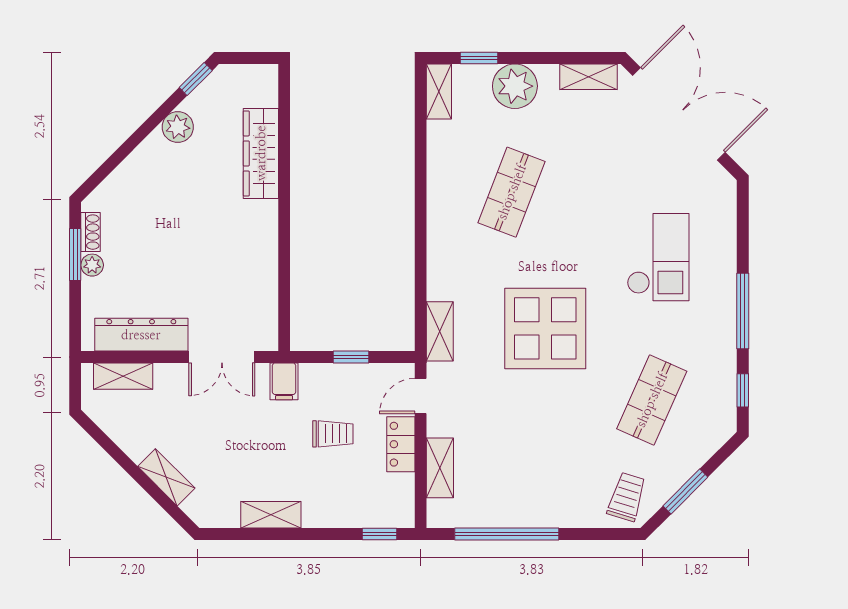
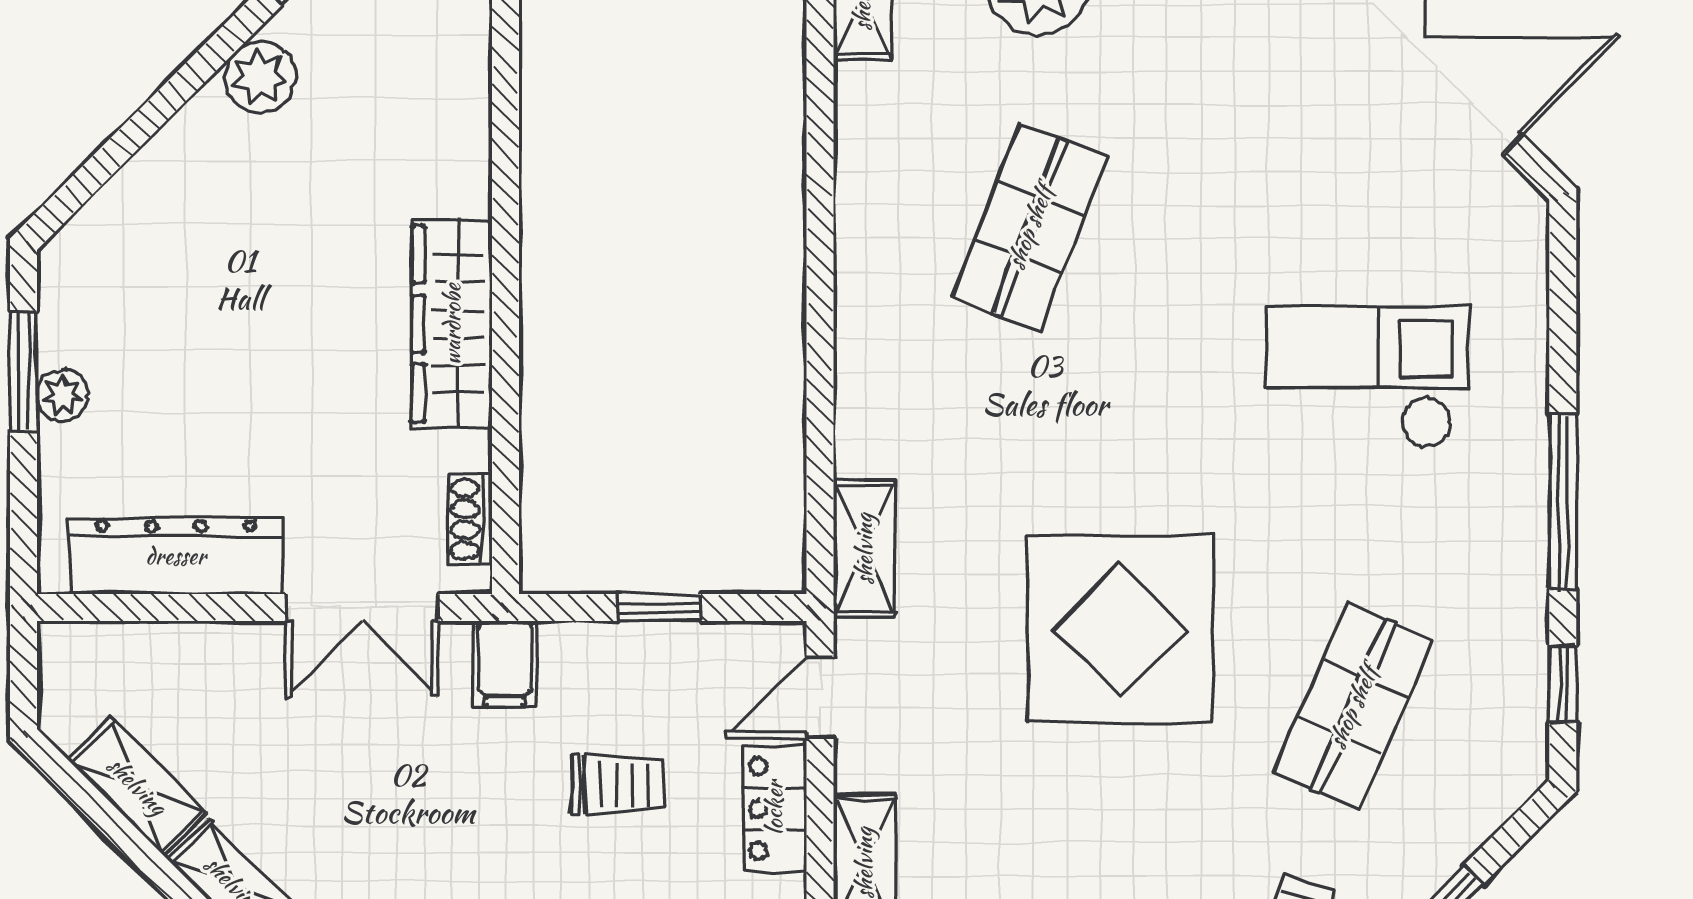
wardrobe: (261, 153) -> (452, 324), moved
shoe rack: (90, 232) -> (470, 519), moved, turned 180
checkout: (658, 257) -> (1368, 377), turned -90
display table: (545, 328) -> (1120, 629), moved
shelving: (123, 376) -> (137, 786), moved, turned 45

